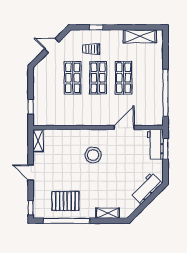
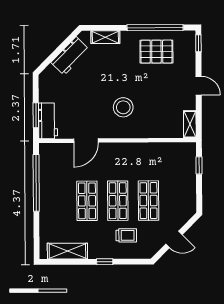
window: (96, 27) -> (105, 262), moved
workbench: (146, 188) -> (70, 56), moved

